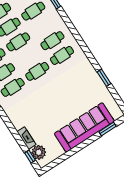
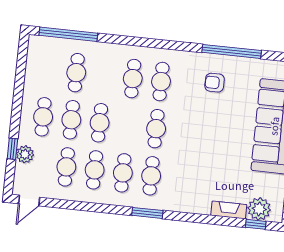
window: (104, 78) -> (232, 51), width x2.11
armchair: (82, 82) -> (215, 83), added

